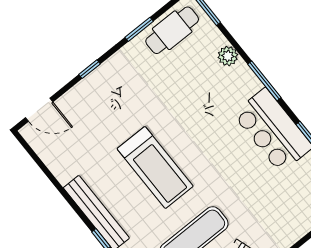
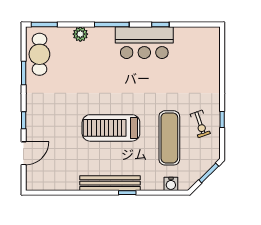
door: (39, 110) -> (24, 153), moved
treadmill: (155, 167) -> (111, 128), turned 180

